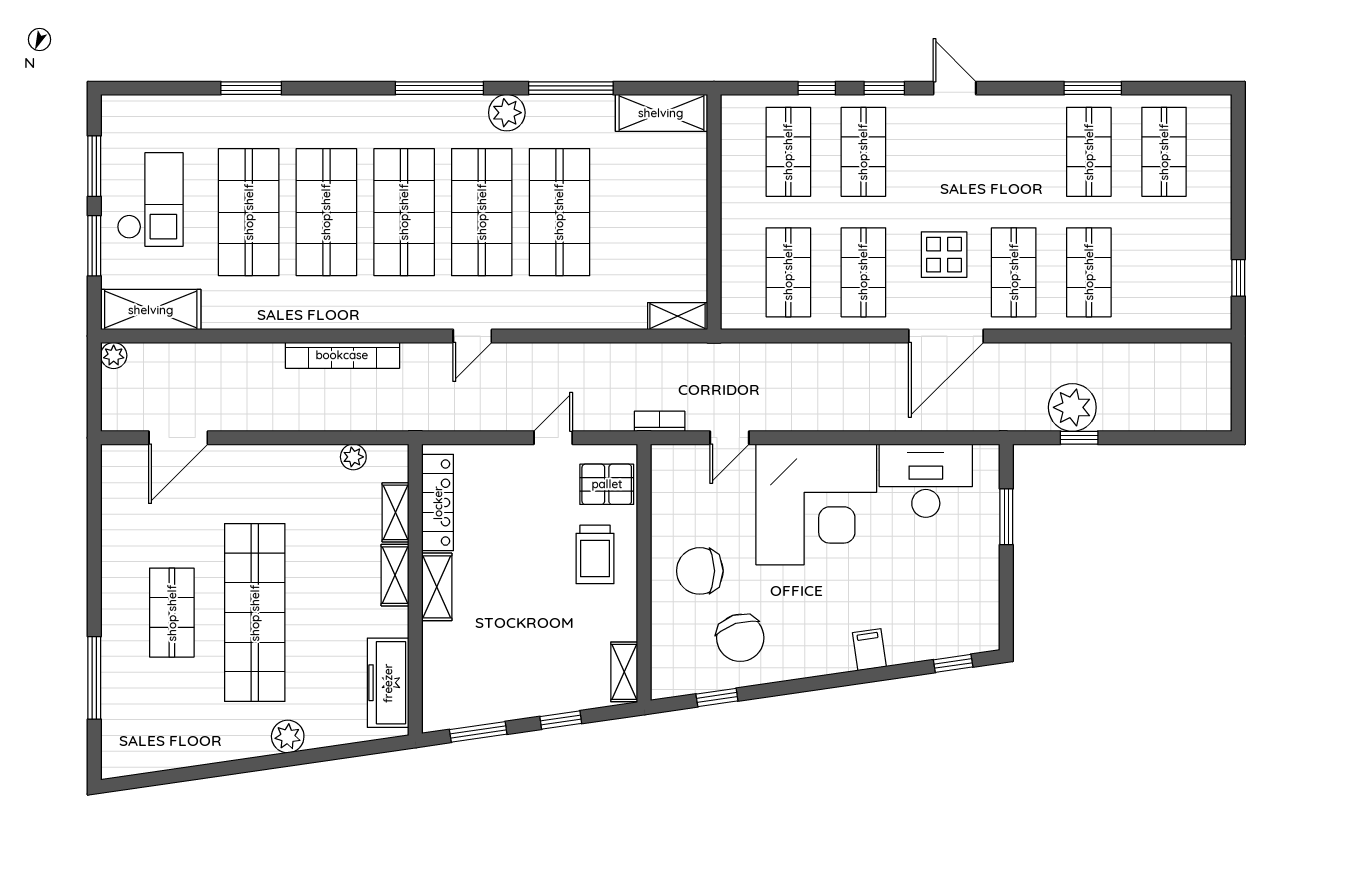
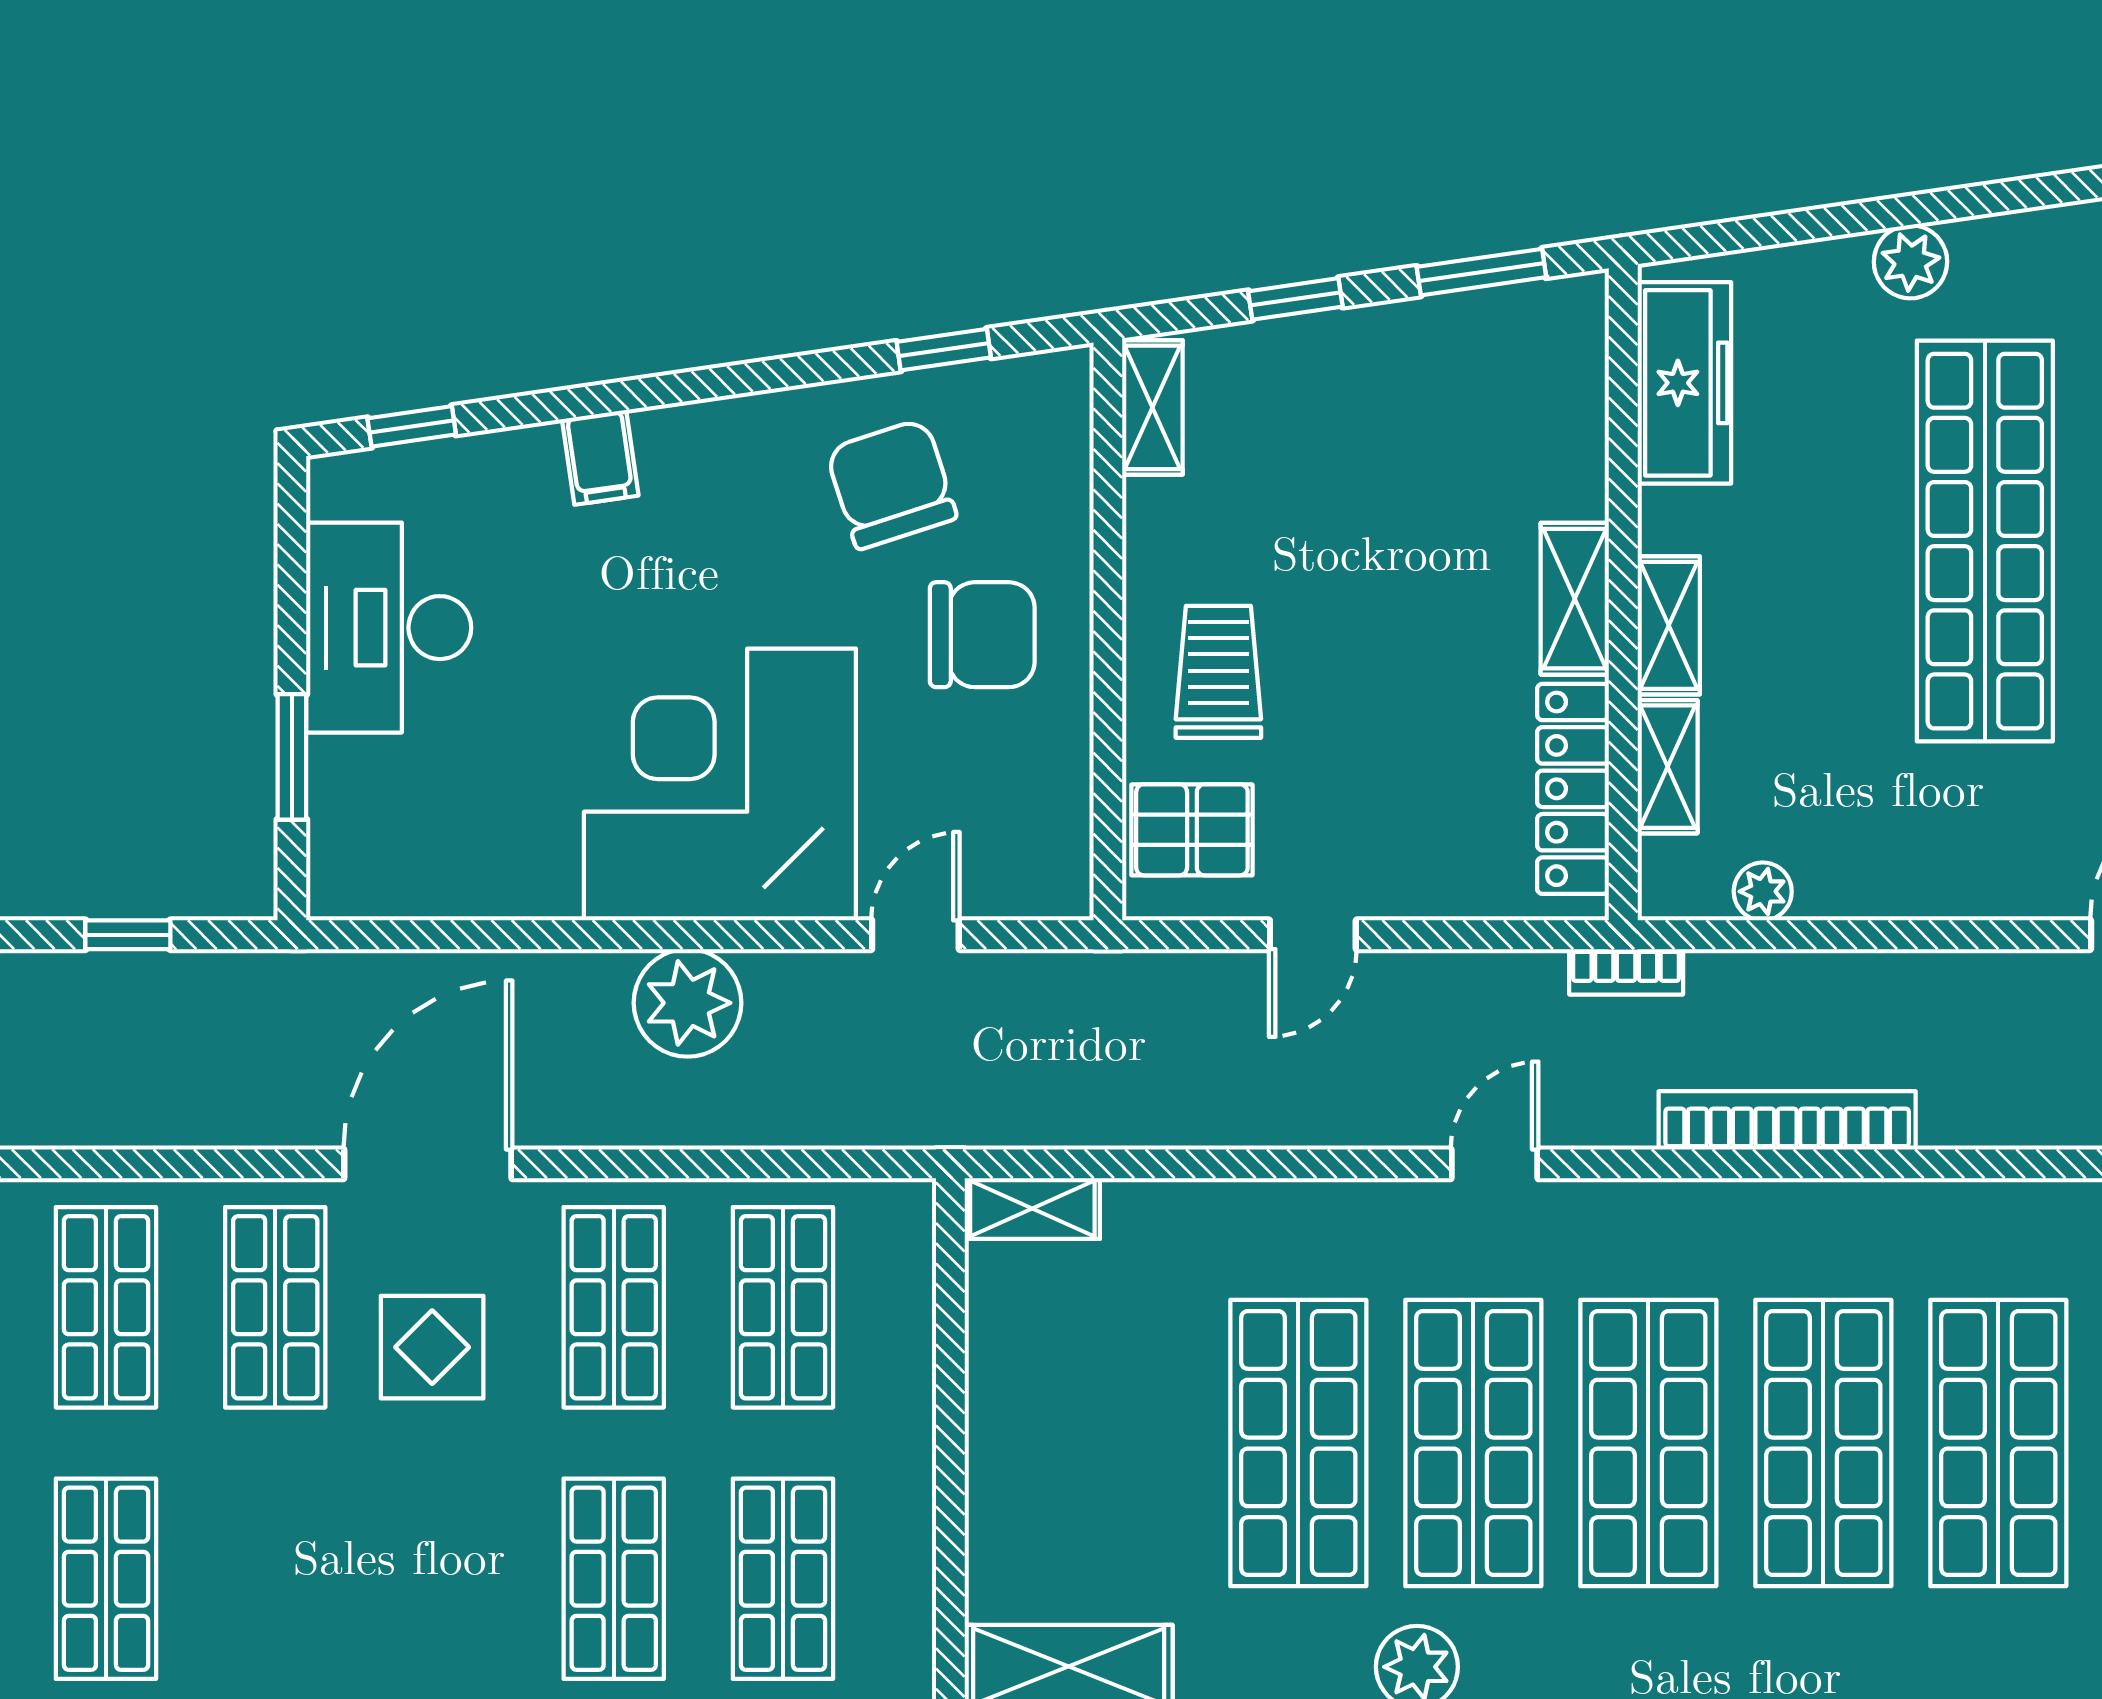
plant: (1072, 407) -> (688, 1003), moved
bookcase: (660, 421) -> (1626, 972), moved
desk: (926, 481) -> (389, 628), moved, turned 90

